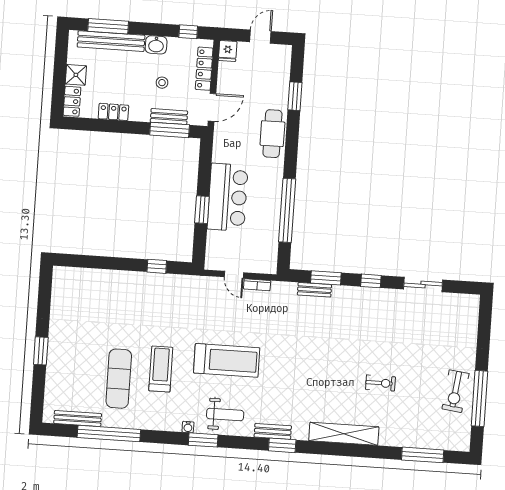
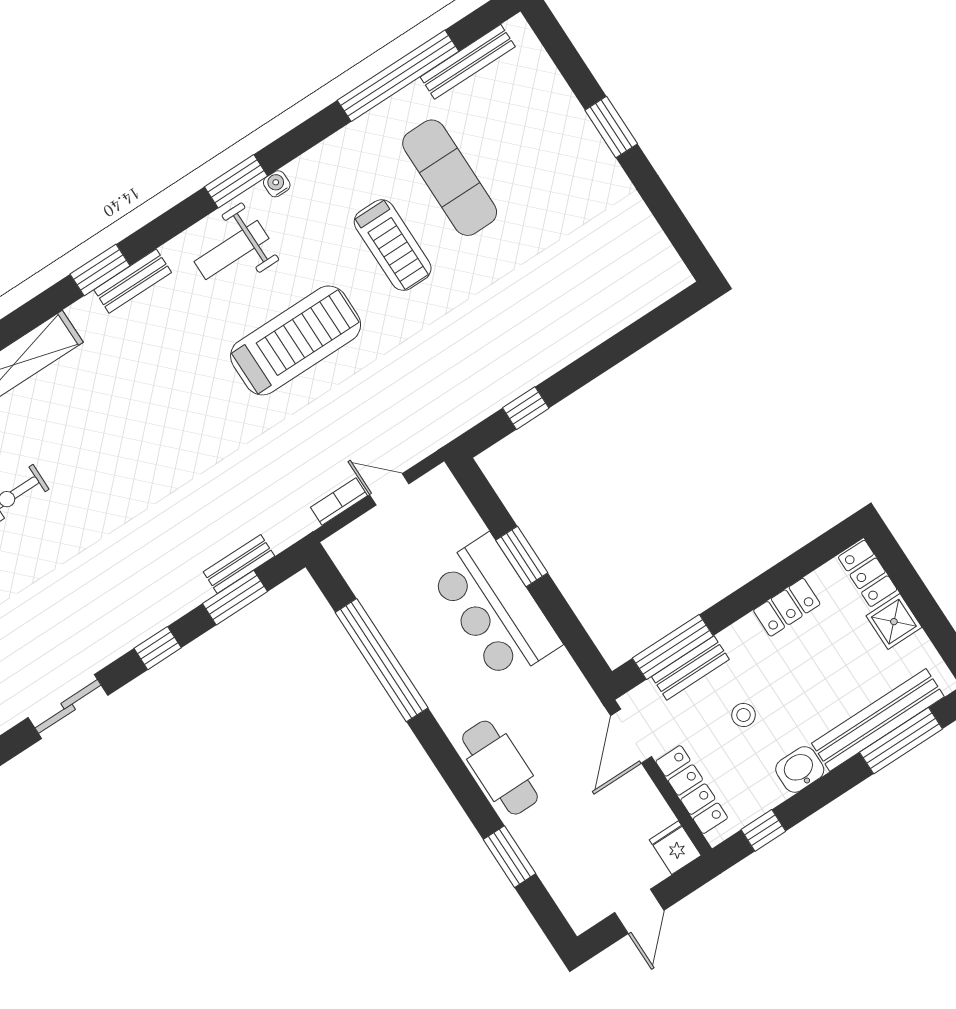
treadmill: (227, 360) -> (296, 340), turned 180

